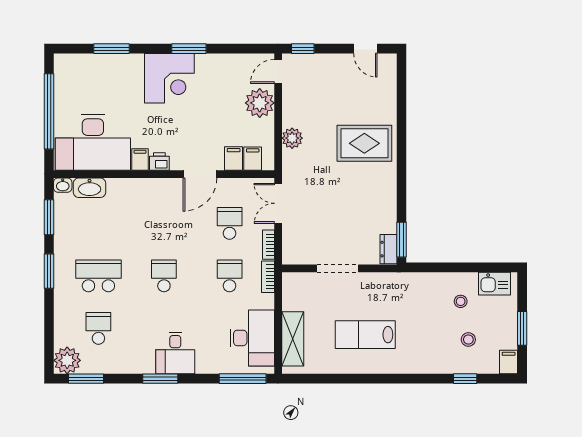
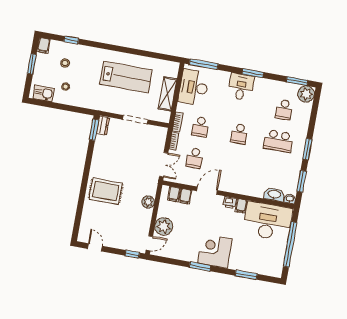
lab bench: (365, 335) -> (126, 77), width x1.36, depth x1.39
shelving: (293, 339) -> (168, 94), moved

